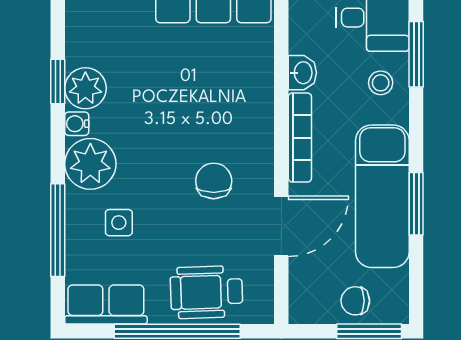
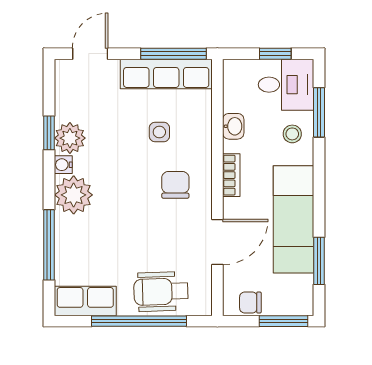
bookcase: (300, 138) -> (231, 175), width x0.64
chair: (214, 181) -> (175, 185), moved
window: (416, 204) -> (319, 261), moved
side table: (119, 223) -> (159, 132), moved
chair: (355, 301) -> (250, 302), moved

